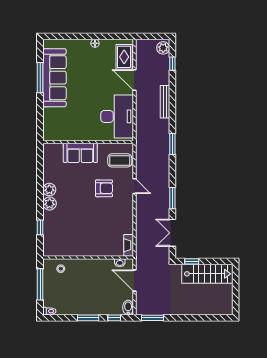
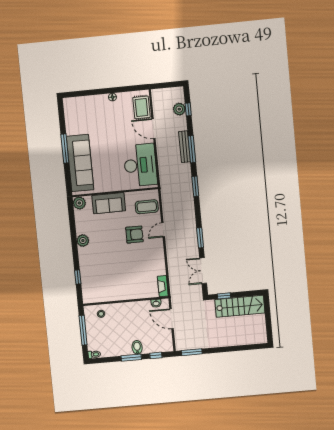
plant: (163, 48) -> (179, 109), moved
window: (40, 78) -> (65, 148), moved
sofa: (54, 78) -> (80, 163), moved
window: (172, 105) -> (192, 149), added
door: (134, 186) -> (163, 230), swing flipped
plant: (50, 204) -> (79, 203), moved
bidet: (128, 308) -> (137, 347), moved

